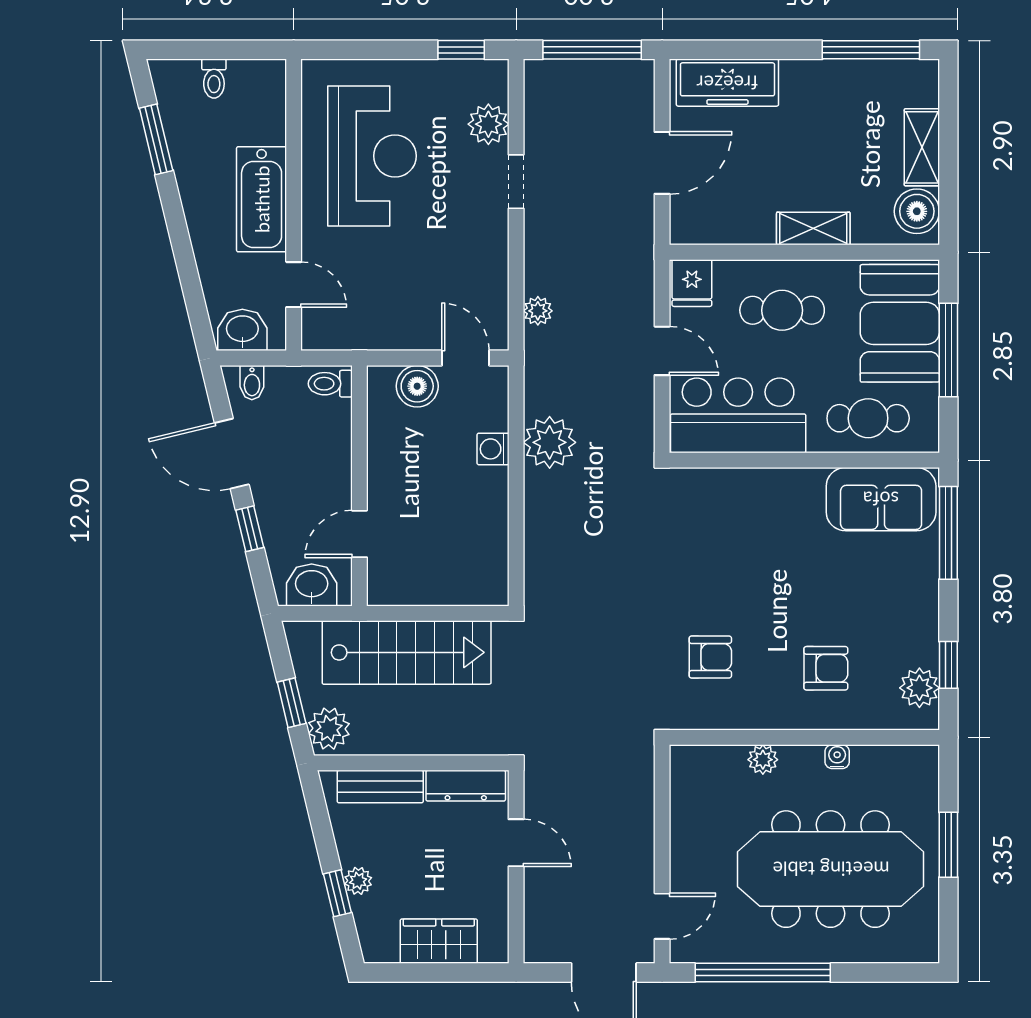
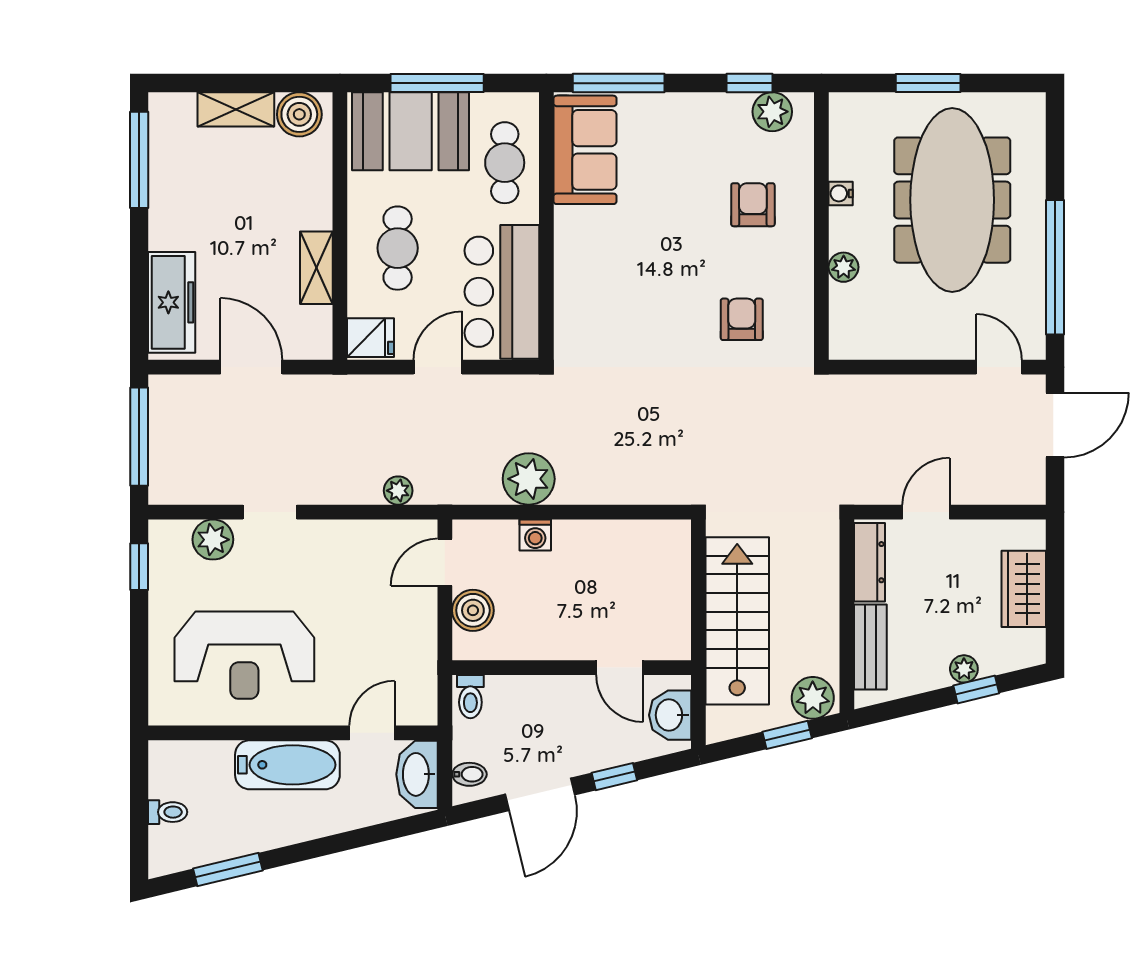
reception desk: (372, 156) -> (244, 655), turned 180
shelving: (813, 229) -> (316, 268), moved
washbasin: (242, 330) -> (417, 774), width x1.38

